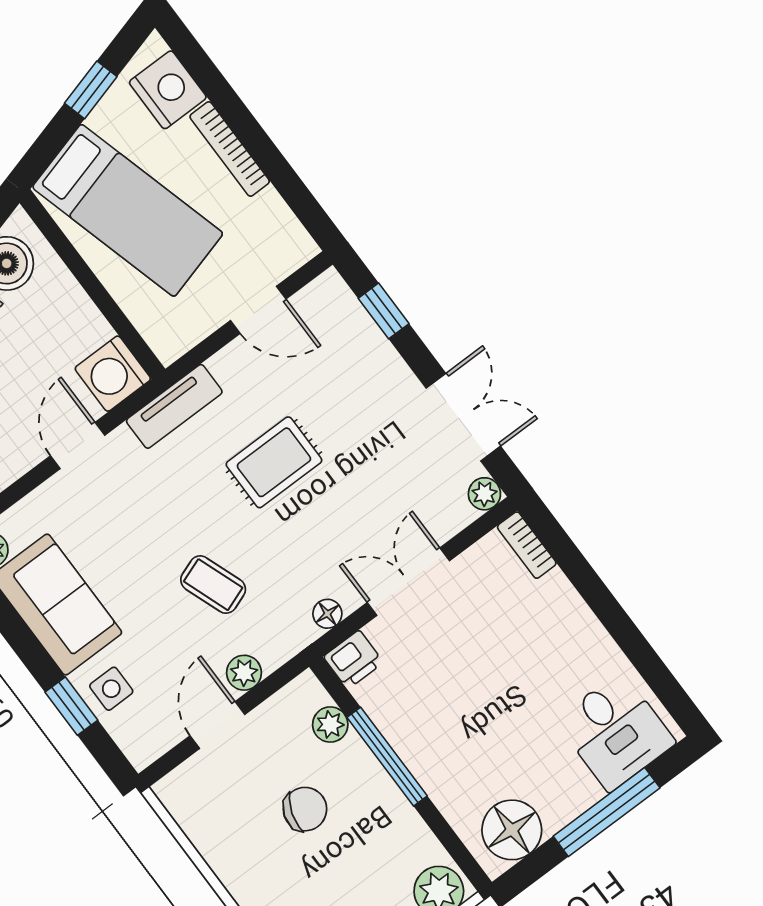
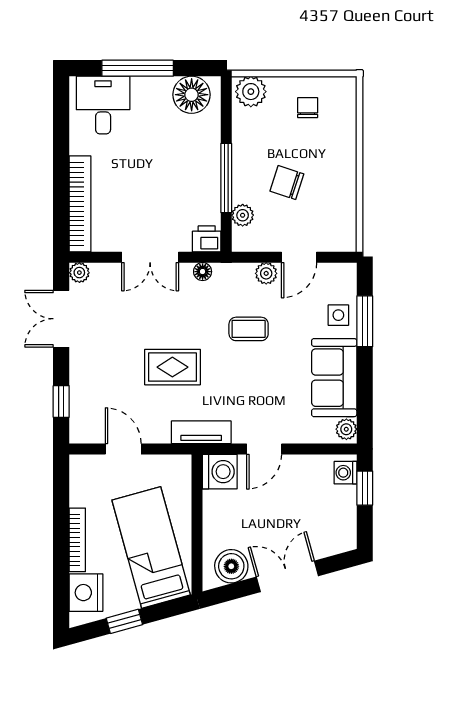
bookcase: (527, 545) -> (80, 204), width x2.31, depth x1.31
coffee table: (213, 585) -> (249, 329), turned -70
window: (71, 706) -> (365, 321), width x1.50

